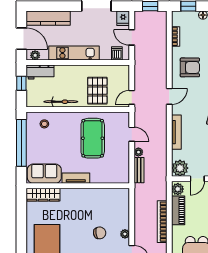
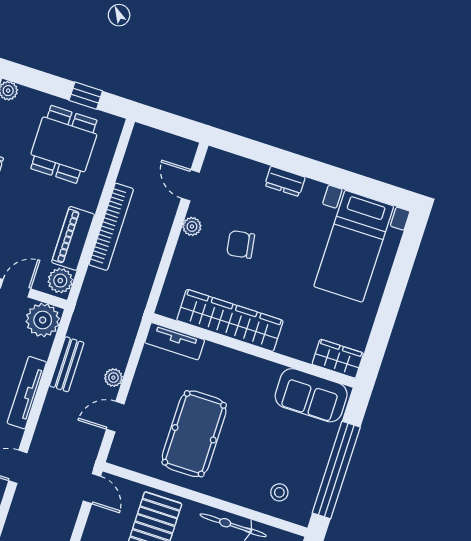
door: (132, 97) -> (92, 489), hinge flipped
door: (132, 134) -> (115, 417), hinge flipped
bench: (139, 170) -> (67, 364), moved
tv unit: (76, 178) -> (175, 341), moved
wardrobe: (43, 195) -> (338, 359), width x0.67
wardrobe: (93, 196) -> (230, 320), added

